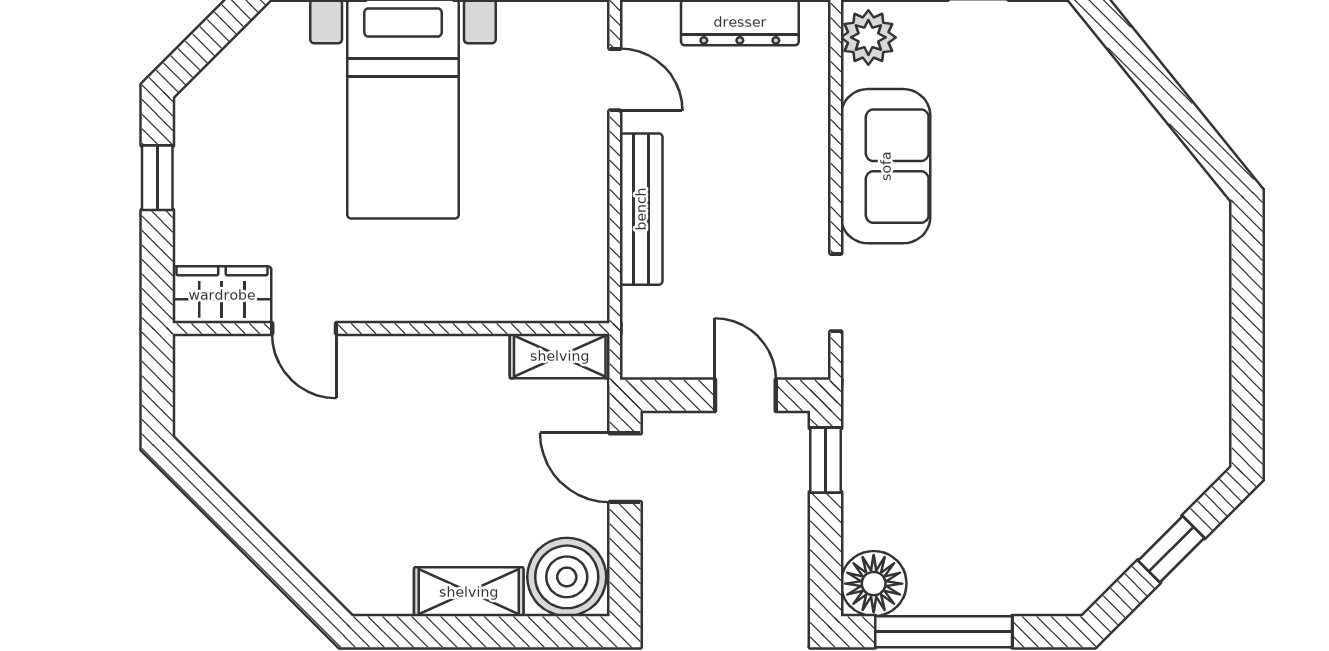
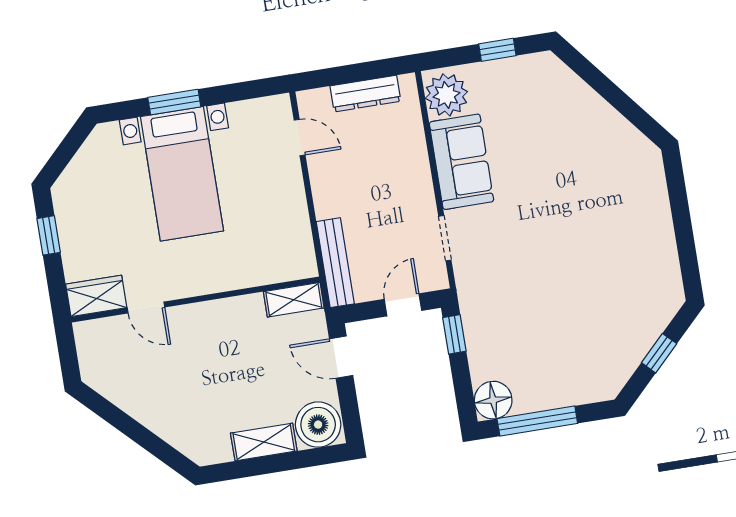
plant: (868, 37) -> (446, 95), width x1.36, depth x1.36
bench: (641, 209) -> (335, 263), moved
door: (745, 395) -> (403, 305), hinge flipped

